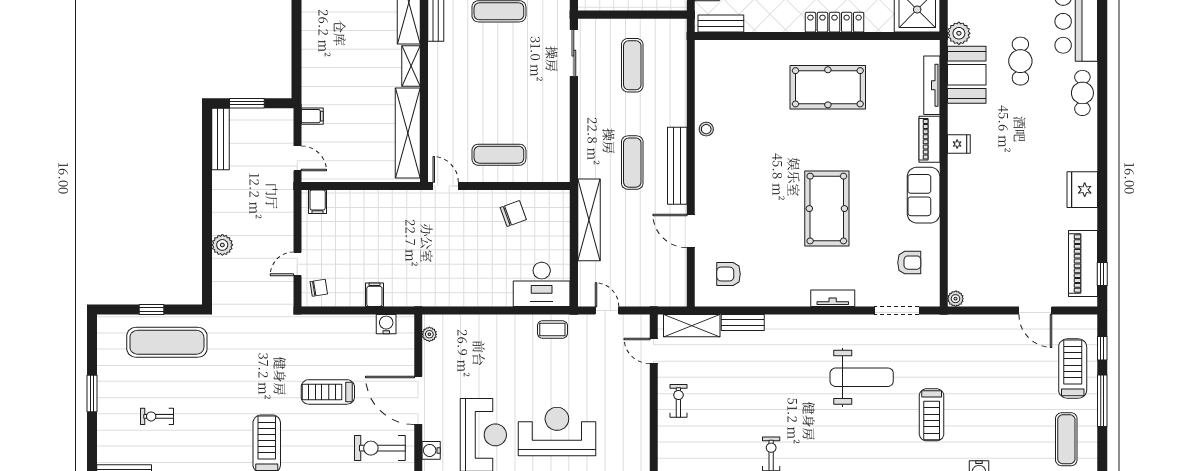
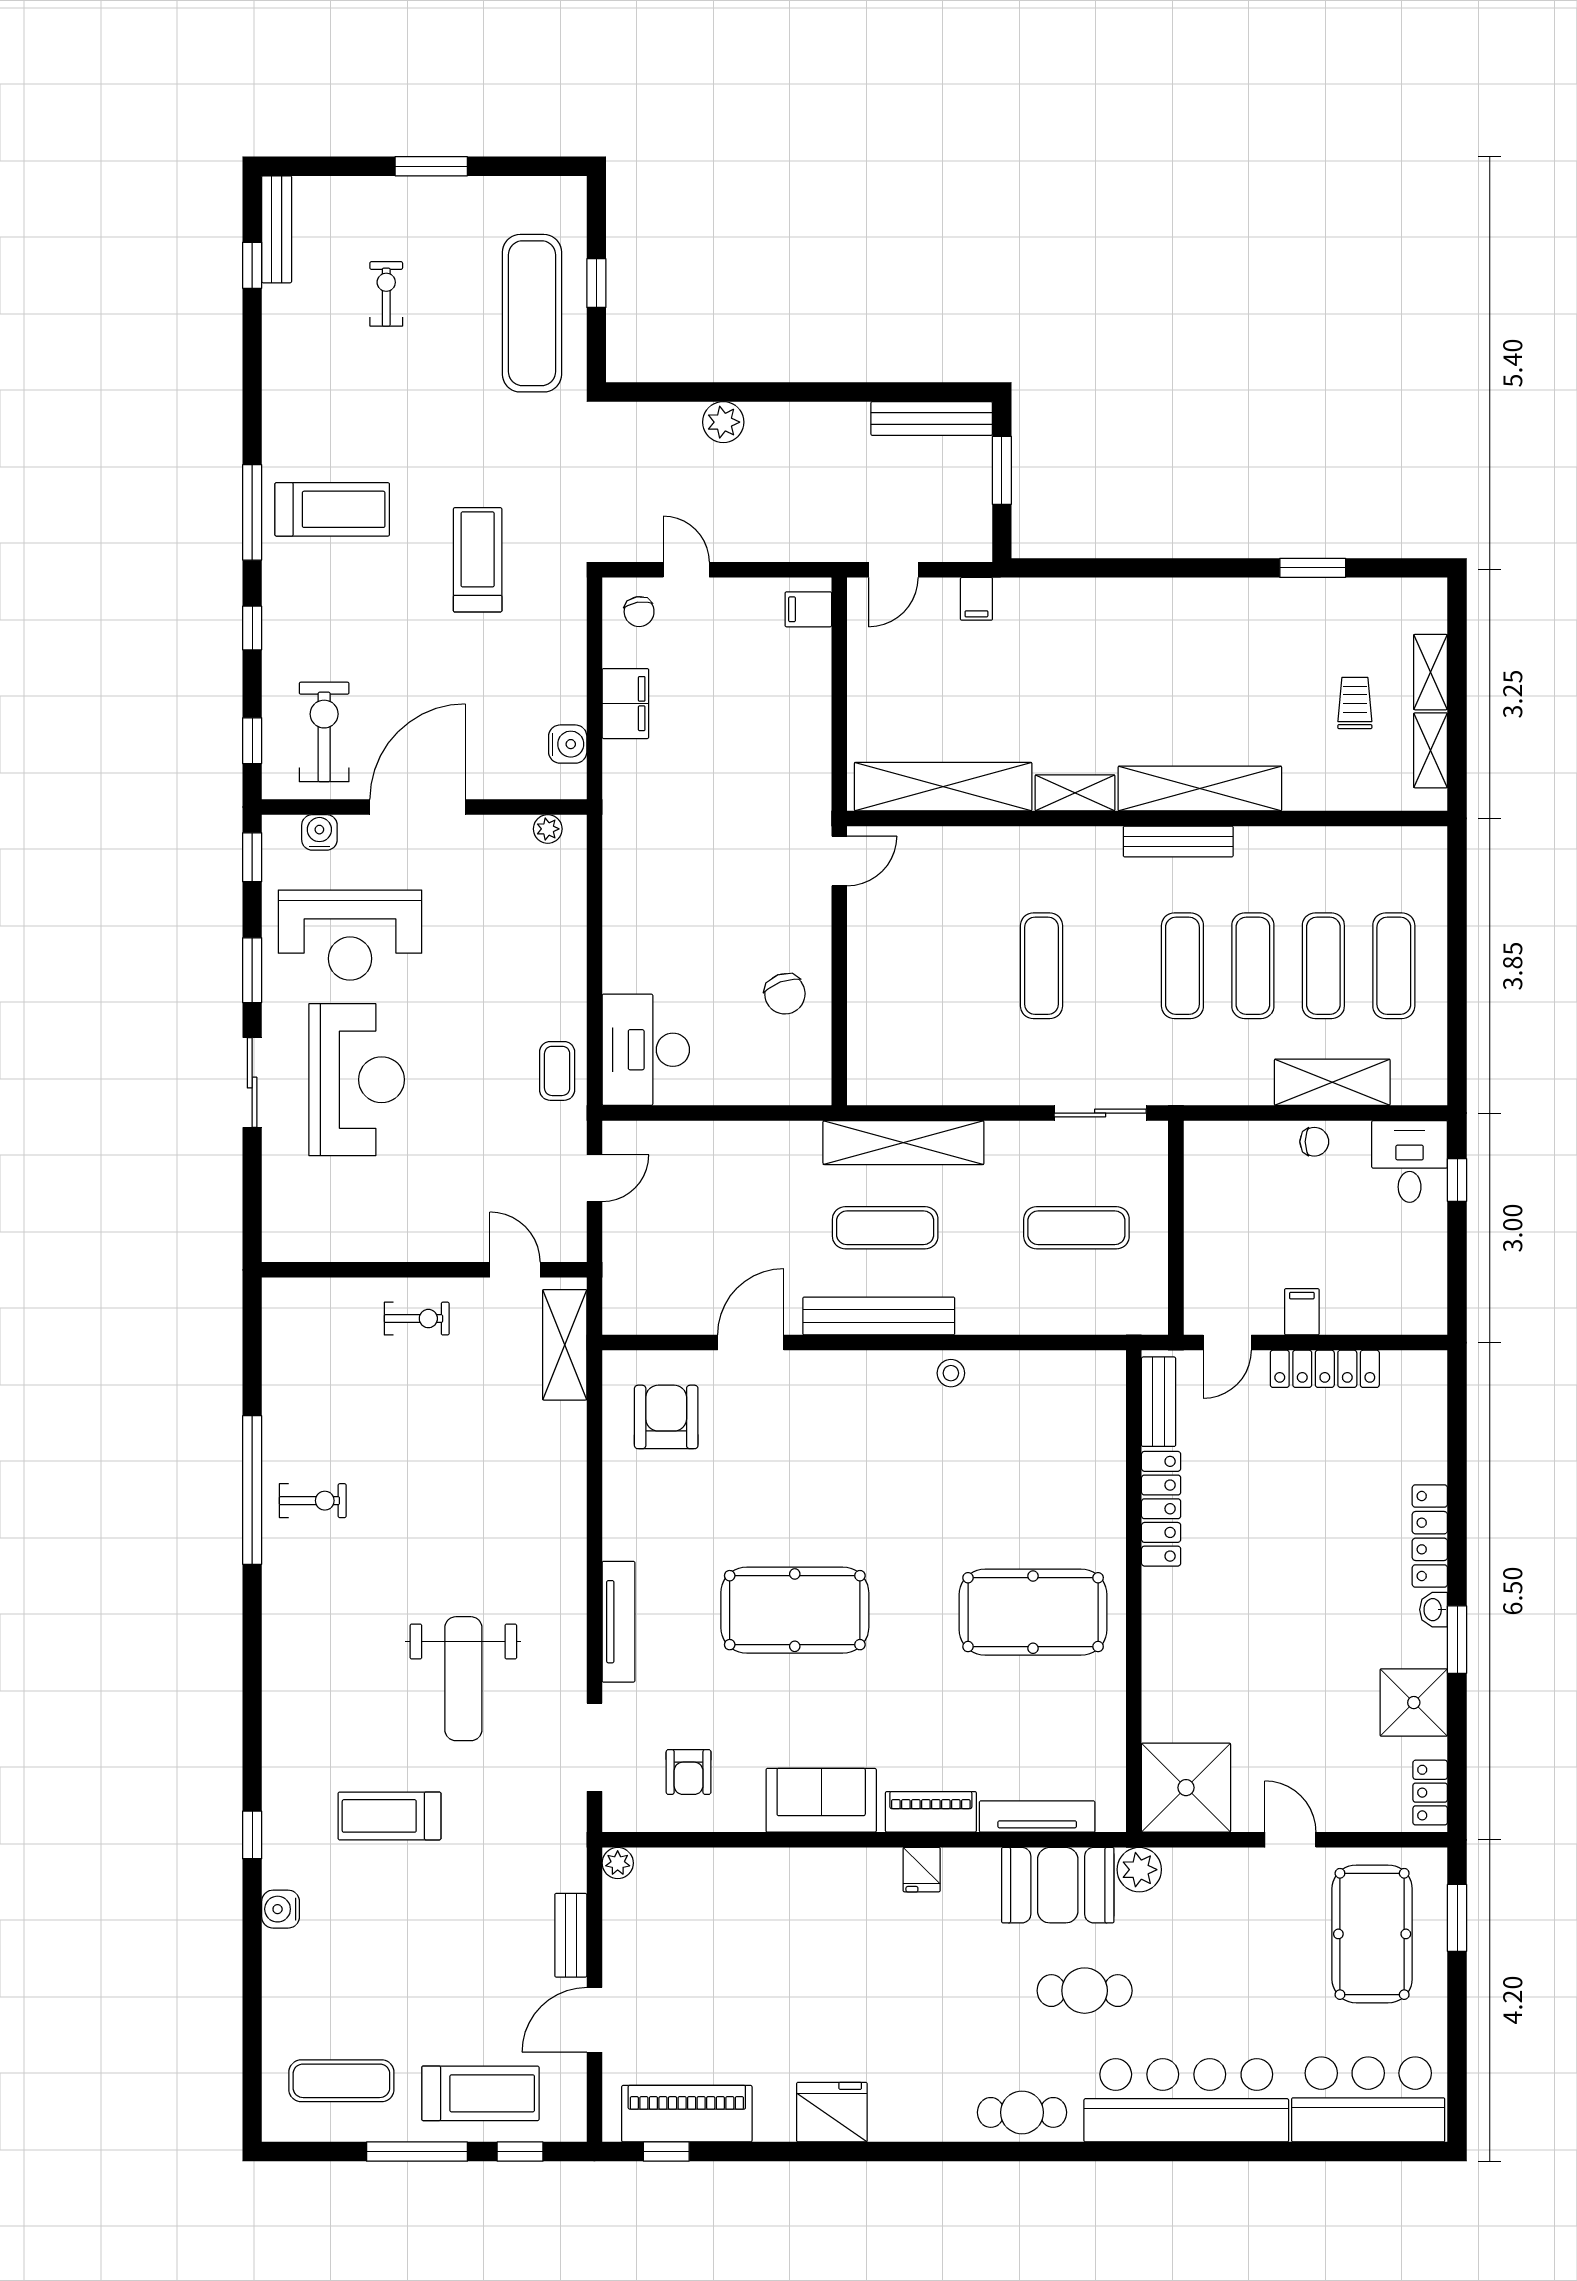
locker: (835, 22) -> (1161, 1509), moved
pool table: (828, 87) -> (1033, 1612), turned 90
exercise mat: (499, 155) -> (1042, 966), moved
shelving: (589, 220) -> (903, 1143), moved
armchair: (729, 274) -> (666, 1417), width x1.38, depth x1.38
filing cabinet: (374, 295) -> (625, 704), width x2.00
tv unit: (833, 298) -> (618, 1622), width x1.41
bench: (743, 323) -> (571, 1935), moved
door: (654, 351) -> (515, 1270), hinge flipped
treadmill: (328, 392) -> (478, 560), moved

